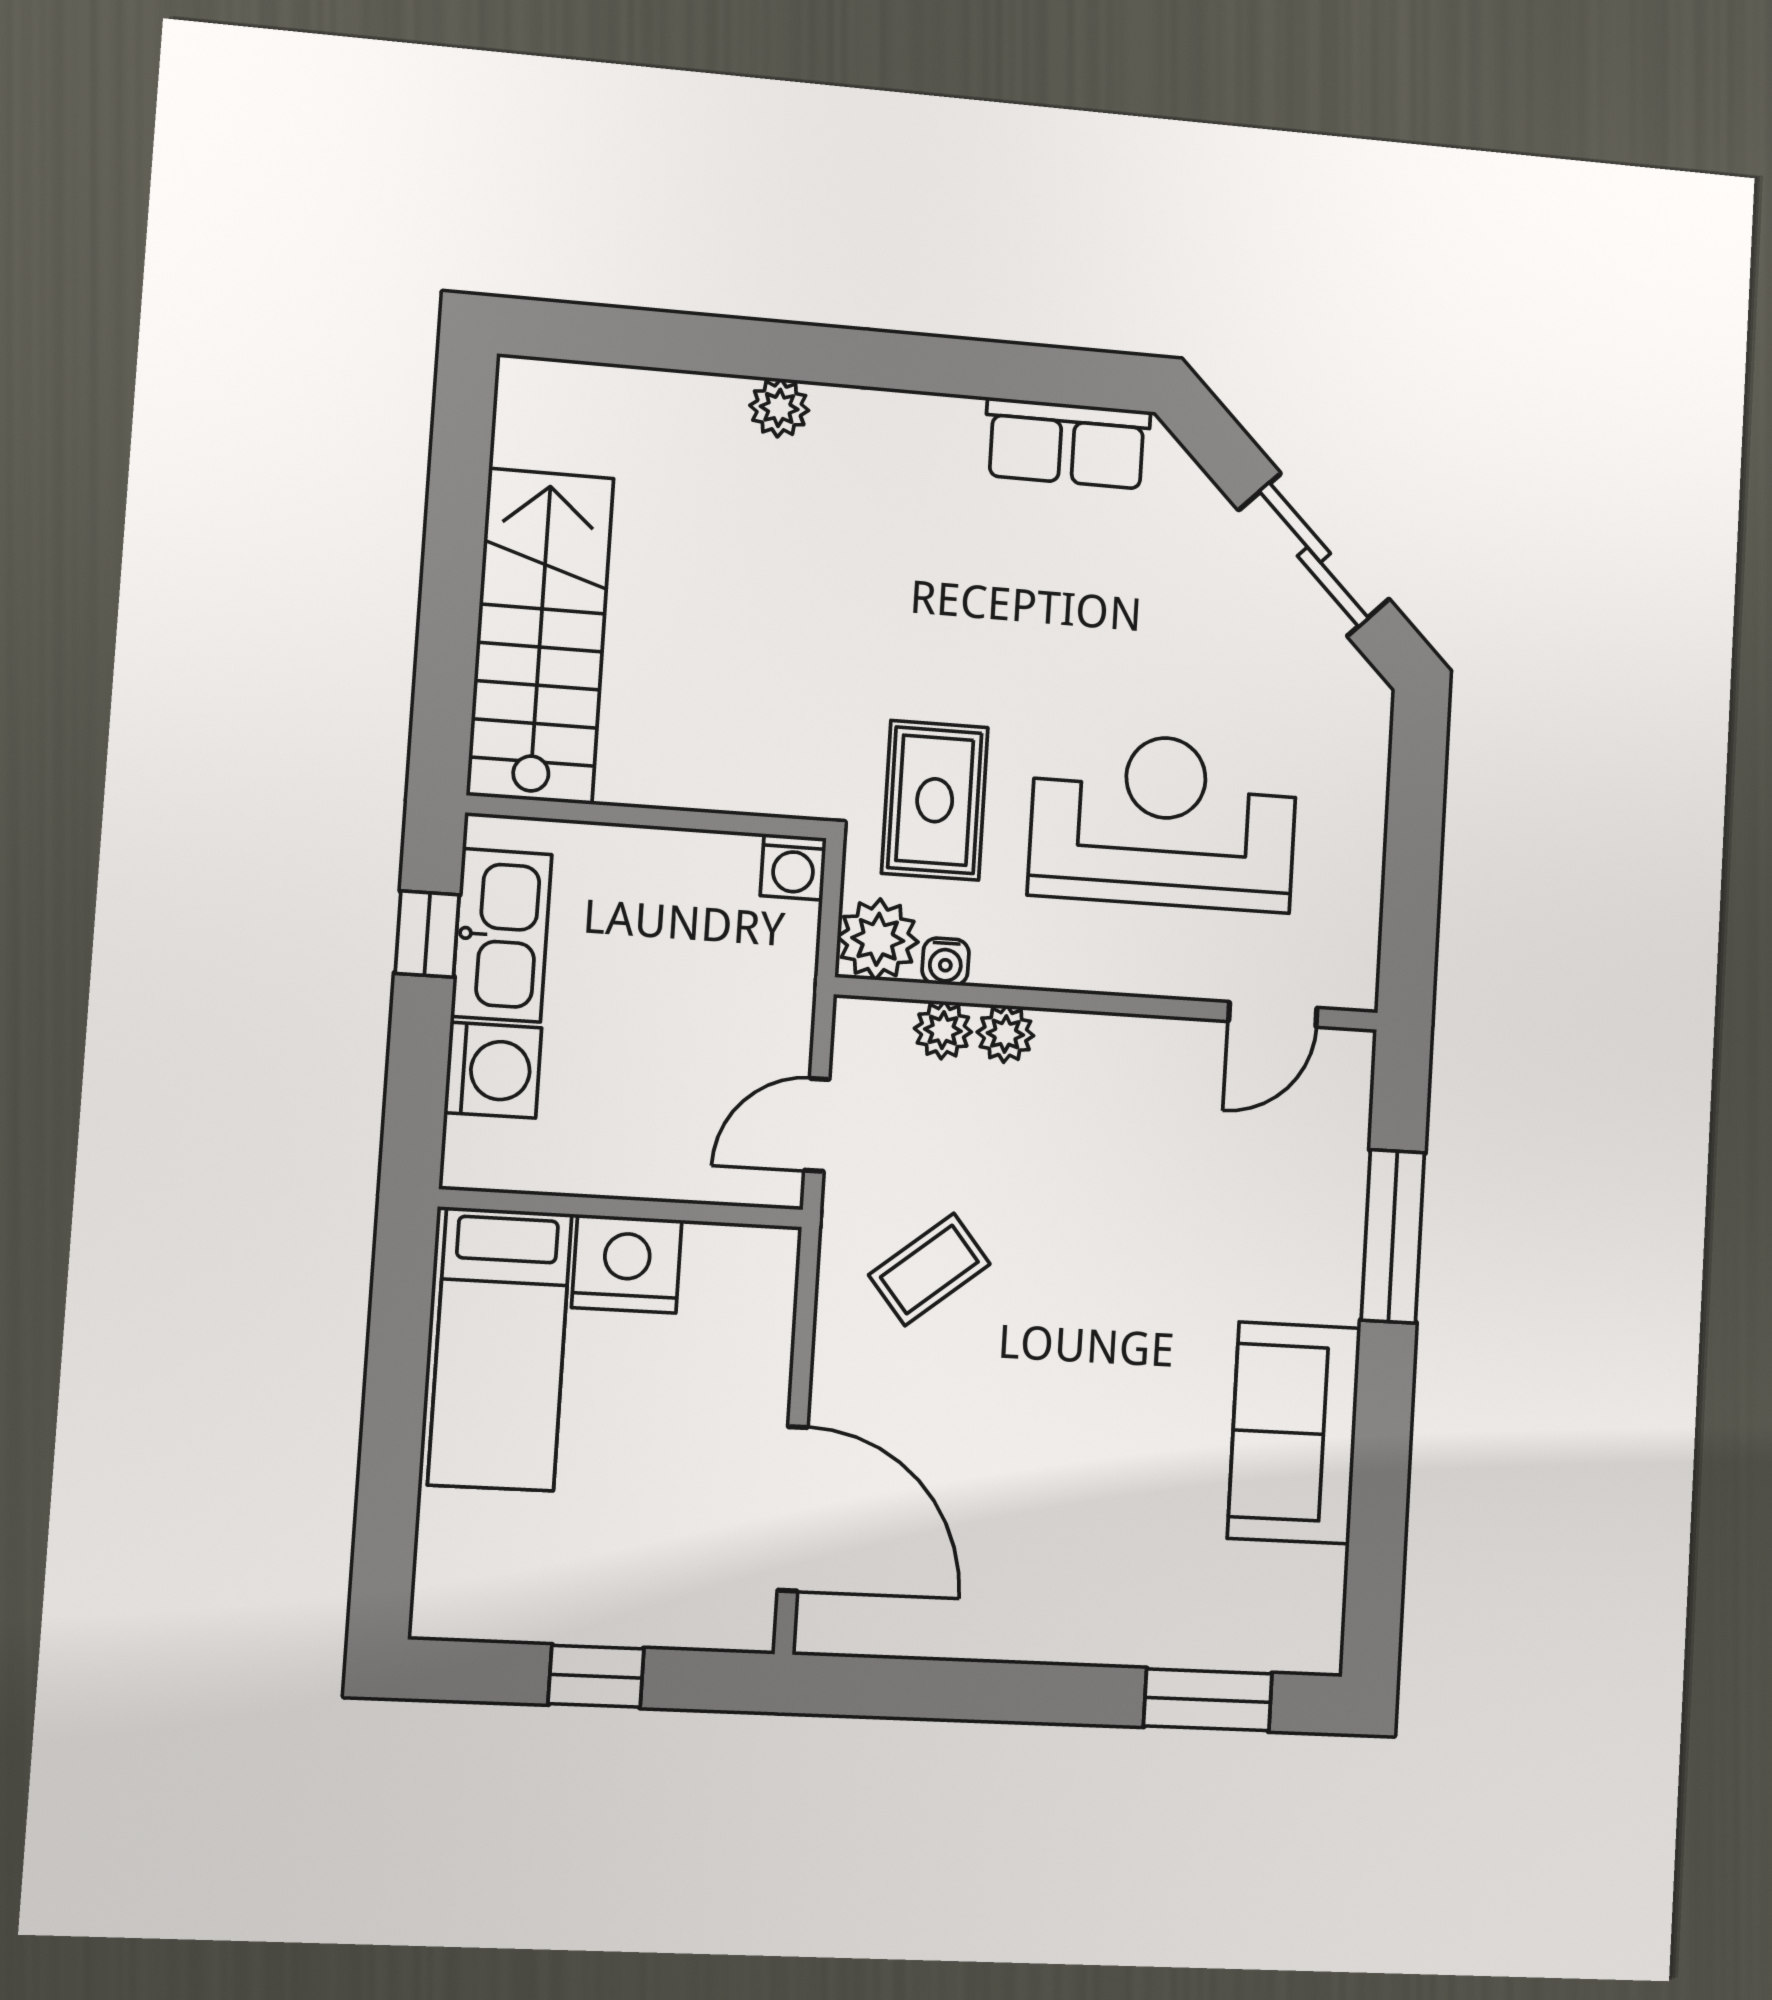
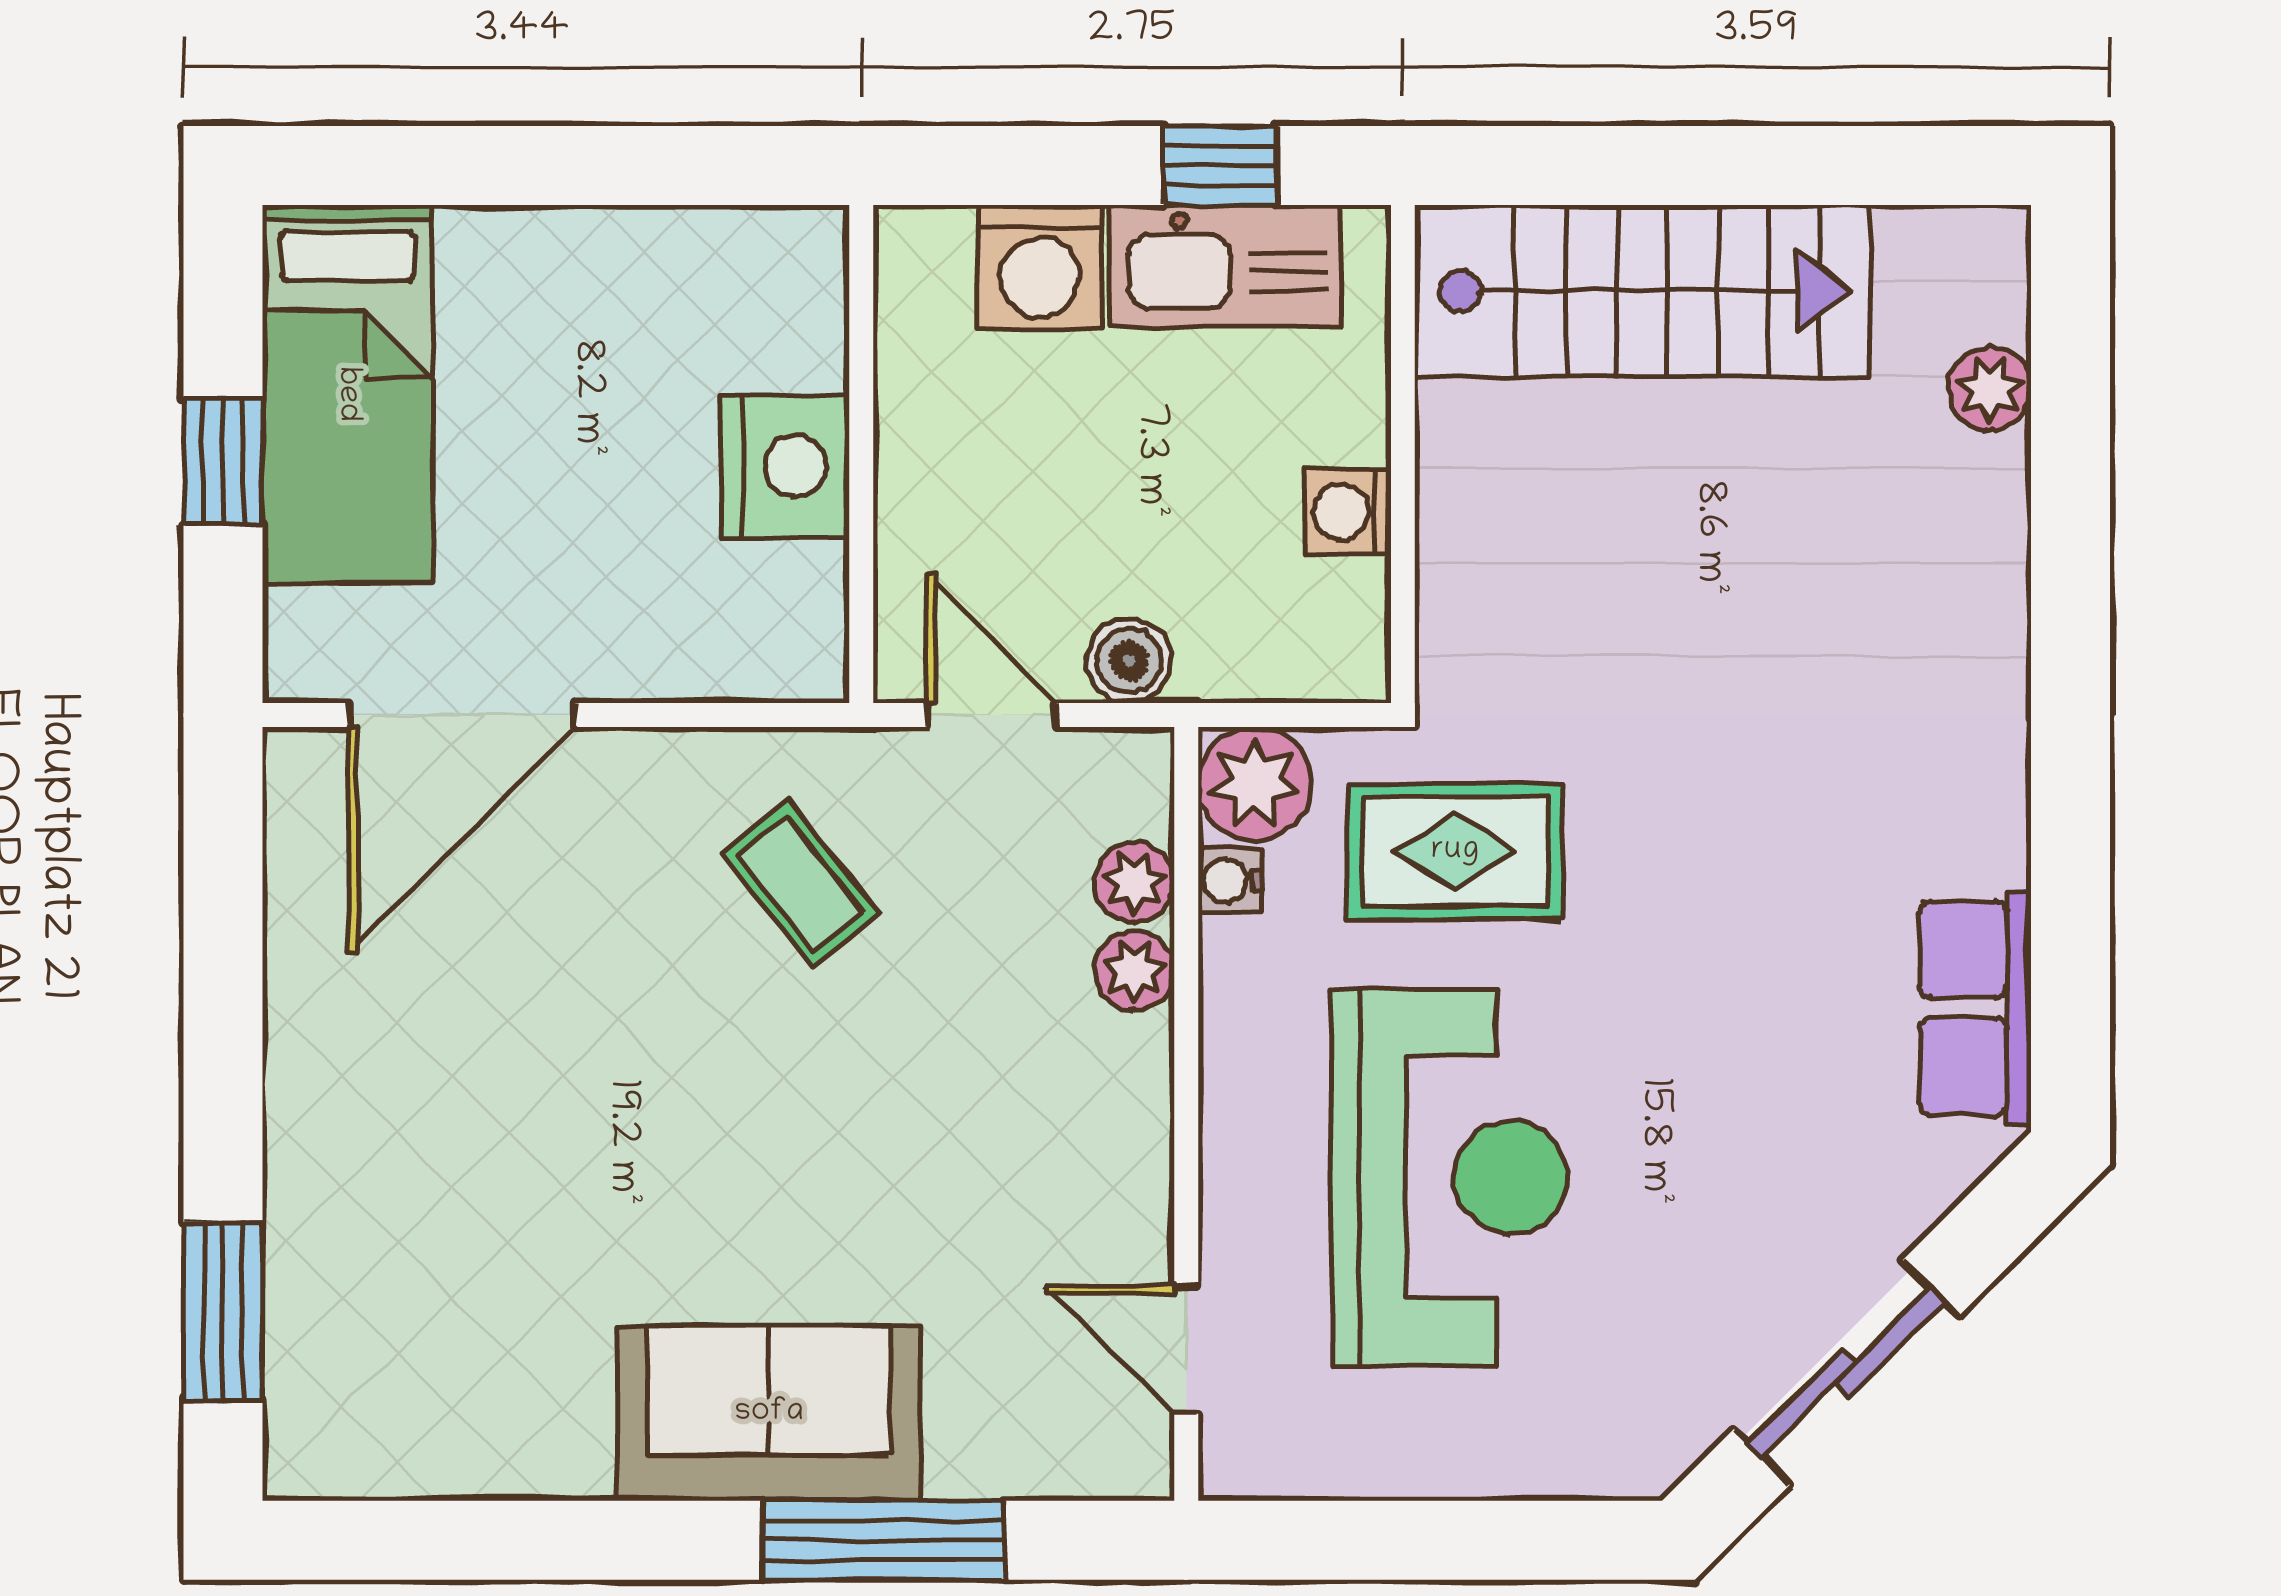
plant: (779, 408) -> (1990, 389), moved
washing machine: (793, 867) -> (1348, 512), moved
boiler: (784, 1024) -> (1129, 661), added
bed: (500, 1349) -> (347, 394), moved, turned -90
sofa: (1294, 1433) -> (769, 1413), moved

